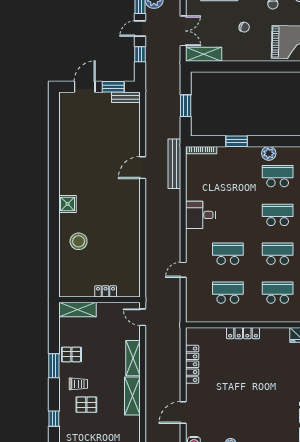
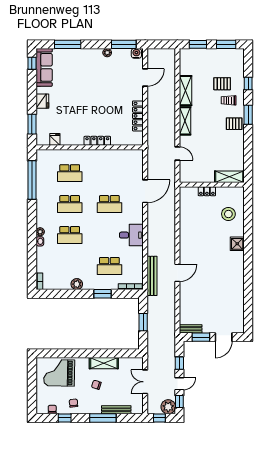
shelving: (204, 54) -> (104, 363), moved
school desk: (278, 176) -> (109, 266), moved
door: (183, 270) -> (145, 191), width x1.87
locker: (106, 291) -> (207, 191), moved
school desk: (228, 293) -> (109, 173), removed
wall: (99, 300) -> (212, 185), moved
shelving: (77, 310) -> (229, 177), moved
window: (54, 419) -> (248, 84), moved

